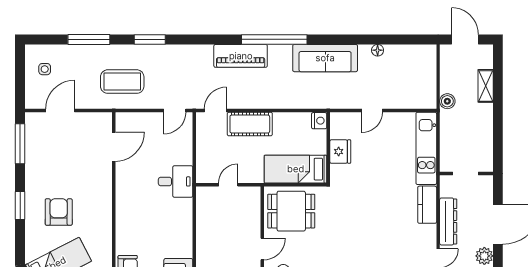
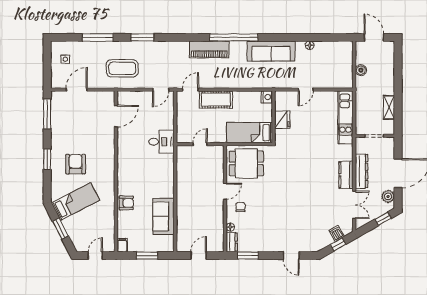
shelving: (486, 86) -> (389, 107), moved
boiler: (447, 101) -> (361, 70), moved
kitchen counter: (427, 205) -> (346, 175), moved

